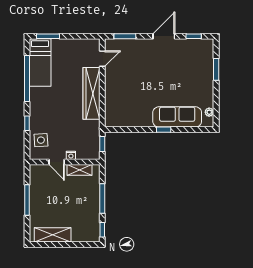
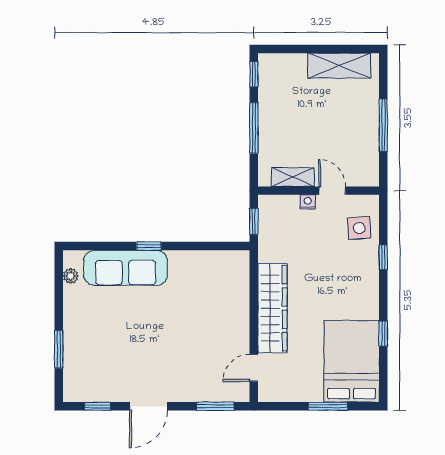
window: (48, 36) -> (328, 406), moved
bed: (40, 62) -> (352, 361), width x1.50
window: (27, 79) -> (383, 334), width x0.32

